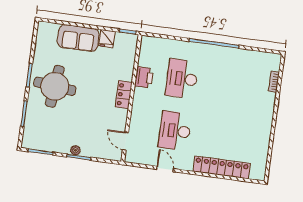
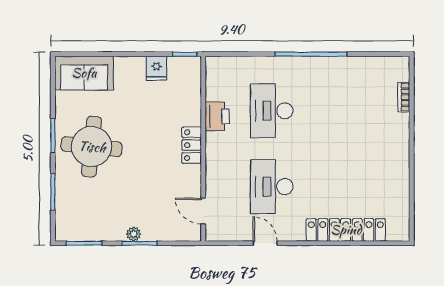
sofa: (78, 38) -> (84, 73), moved

